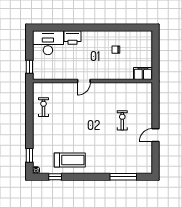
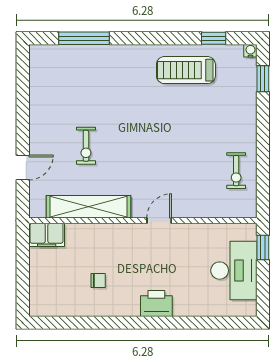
printer: (72, 37) -> (156, 304), moved
desk: (48, 43) -> (234, 271), moved, turned -90
shelving: (121, 88) -> (88, 207), added
door: (155, 135) -> (23, 167), moved

